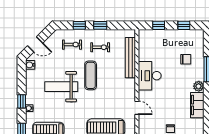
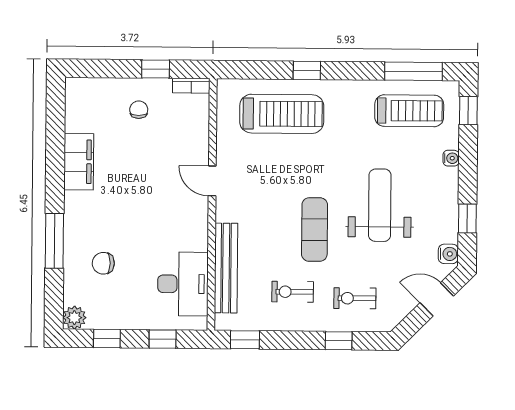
window: (100, 25) -> (245, 340), moved
desk: (150, 76) -> (183, 284), moved
plant: (199, 86) -> (74, 318), moved
weight bench: (61, 87) -> (380, 205), turned -90
window: (22, 101) -> (467, 219), moved
door: (137, 108) -> (212, 181), moved

